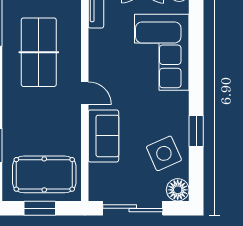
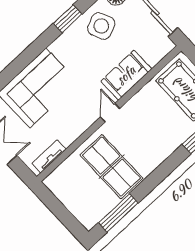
table tennis table: (39, 52) -> (111, 167), turned 90

